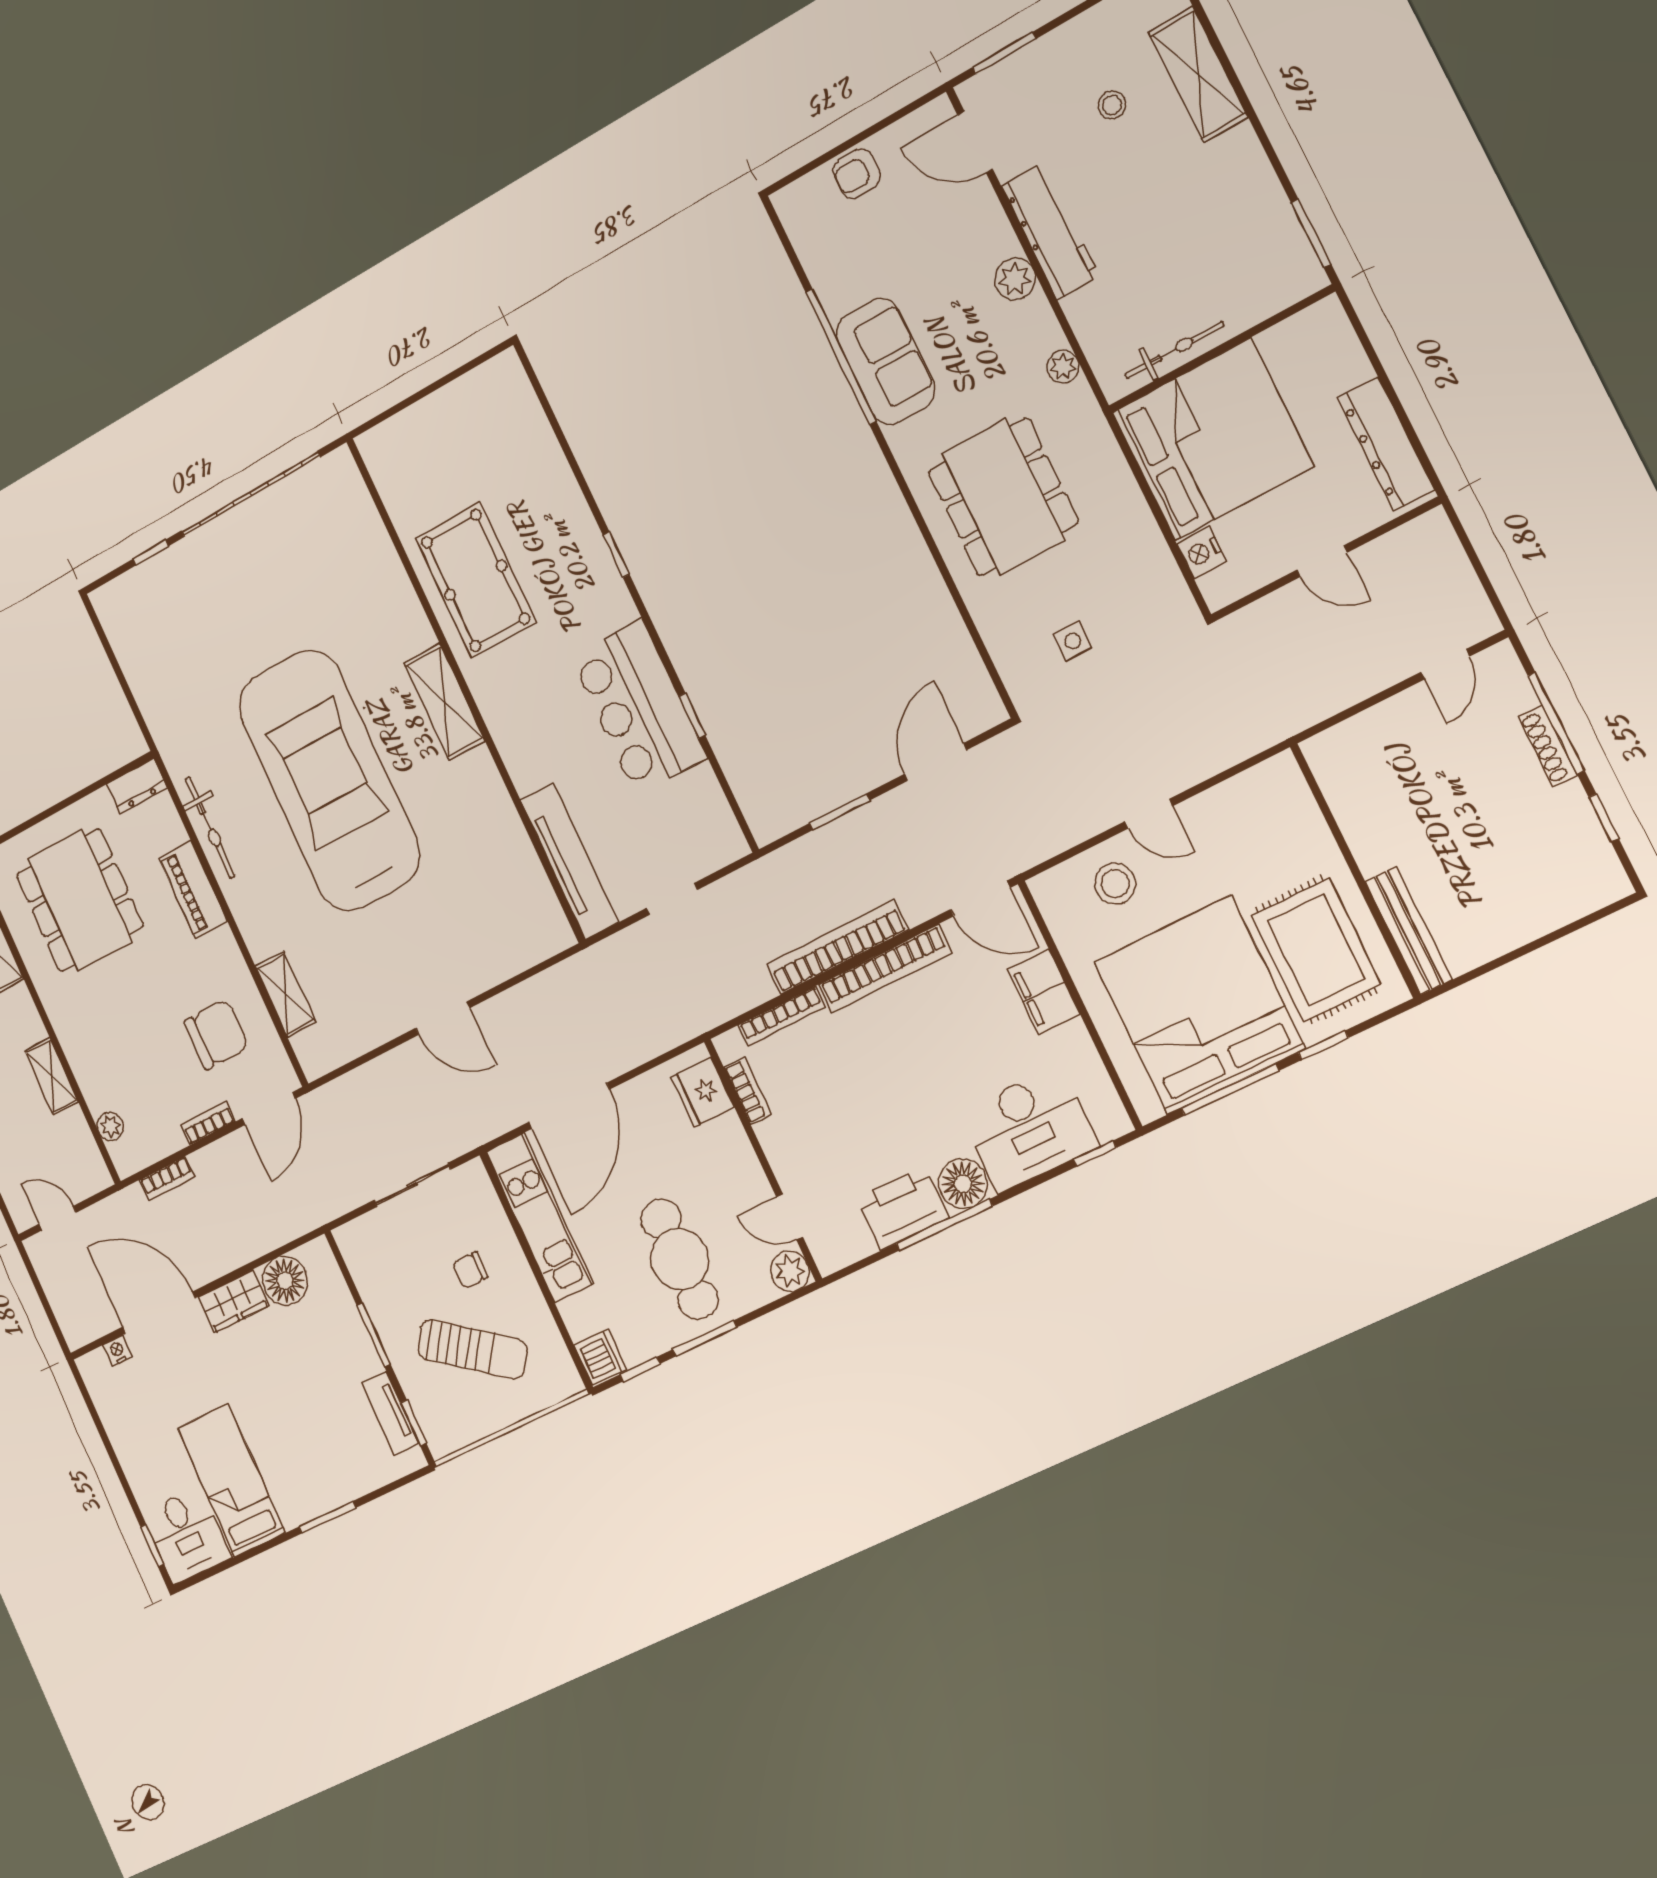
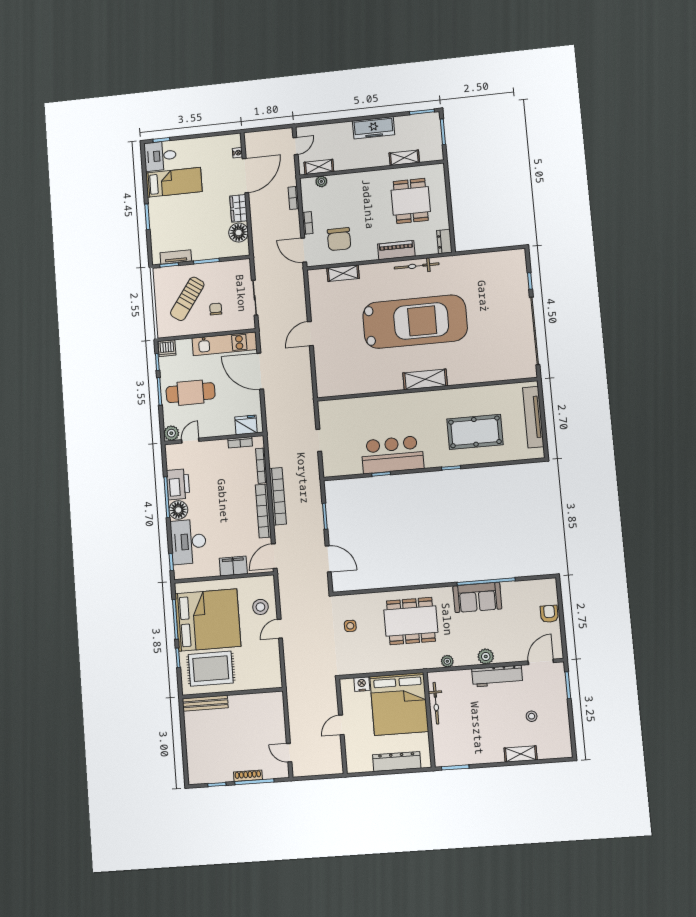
shelving: (1198, 74) -> (521, 754), width x0.67, depth x0.75
dresser: (1386, 444) -> (397, 762), moved
pool table: (476, 580) -> (475, 432), moved
tv unit: (569, 861) -> (533, 417), moved, turned 90
dining table: (80, 900) -> (411, 201), width x0.73
shelving: (52, 1076) -> (319, 167), moved

